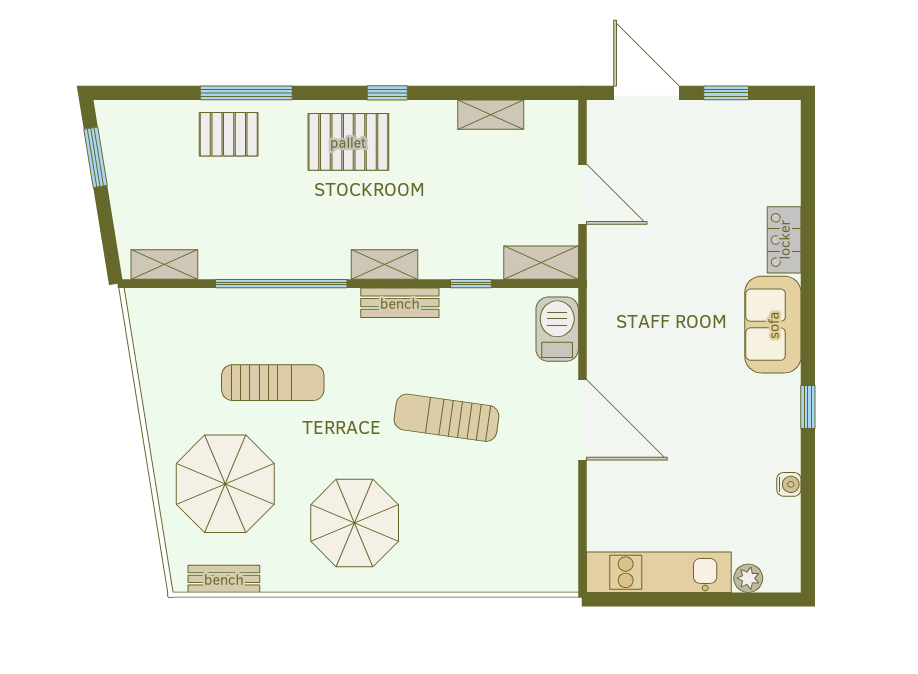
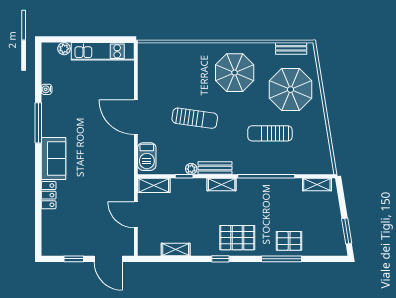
plant: (455, 301) -> (191, 169), added
window: (808, 407) -> (38, 123), width x2.17

